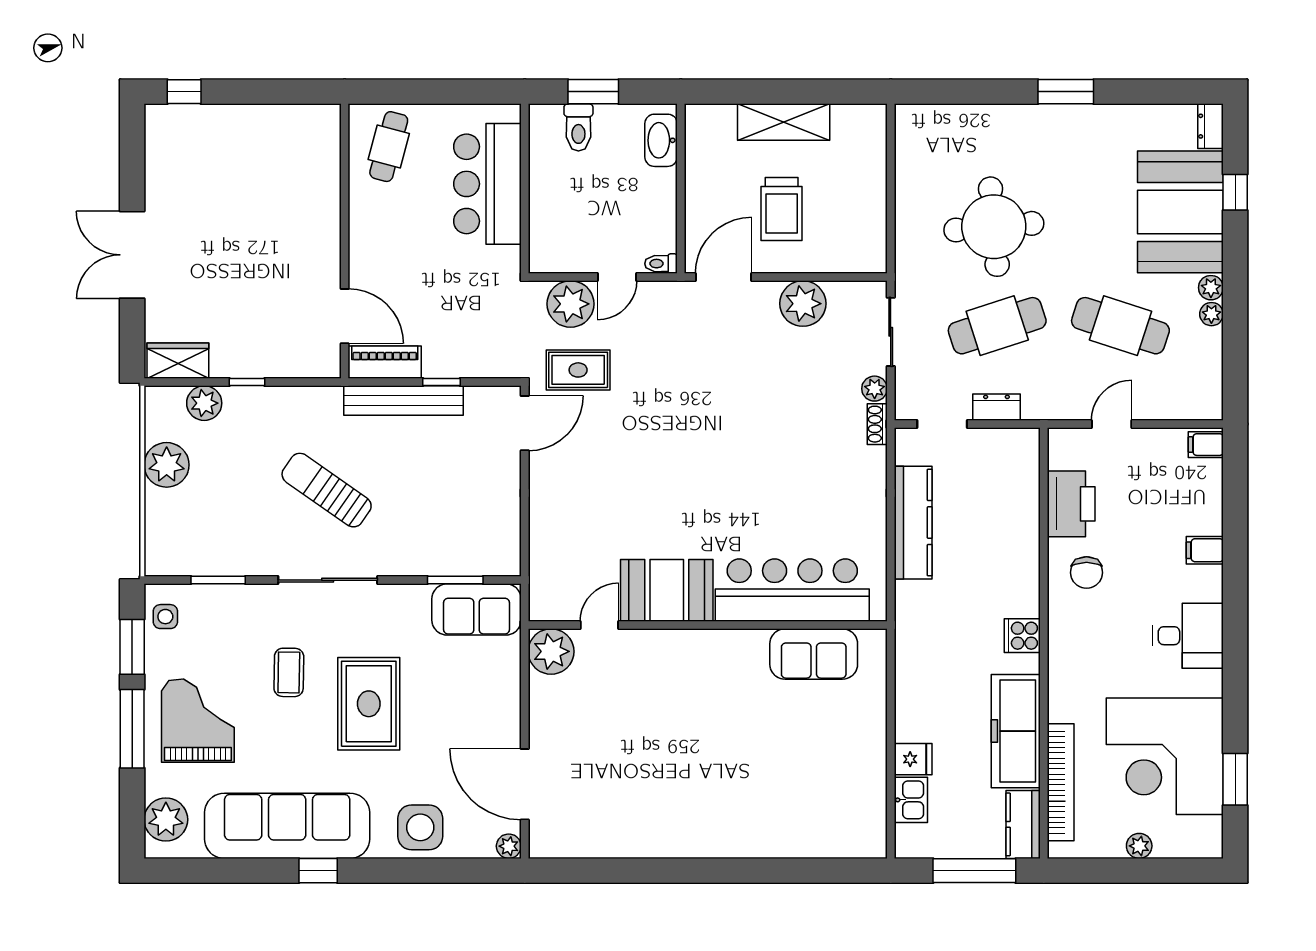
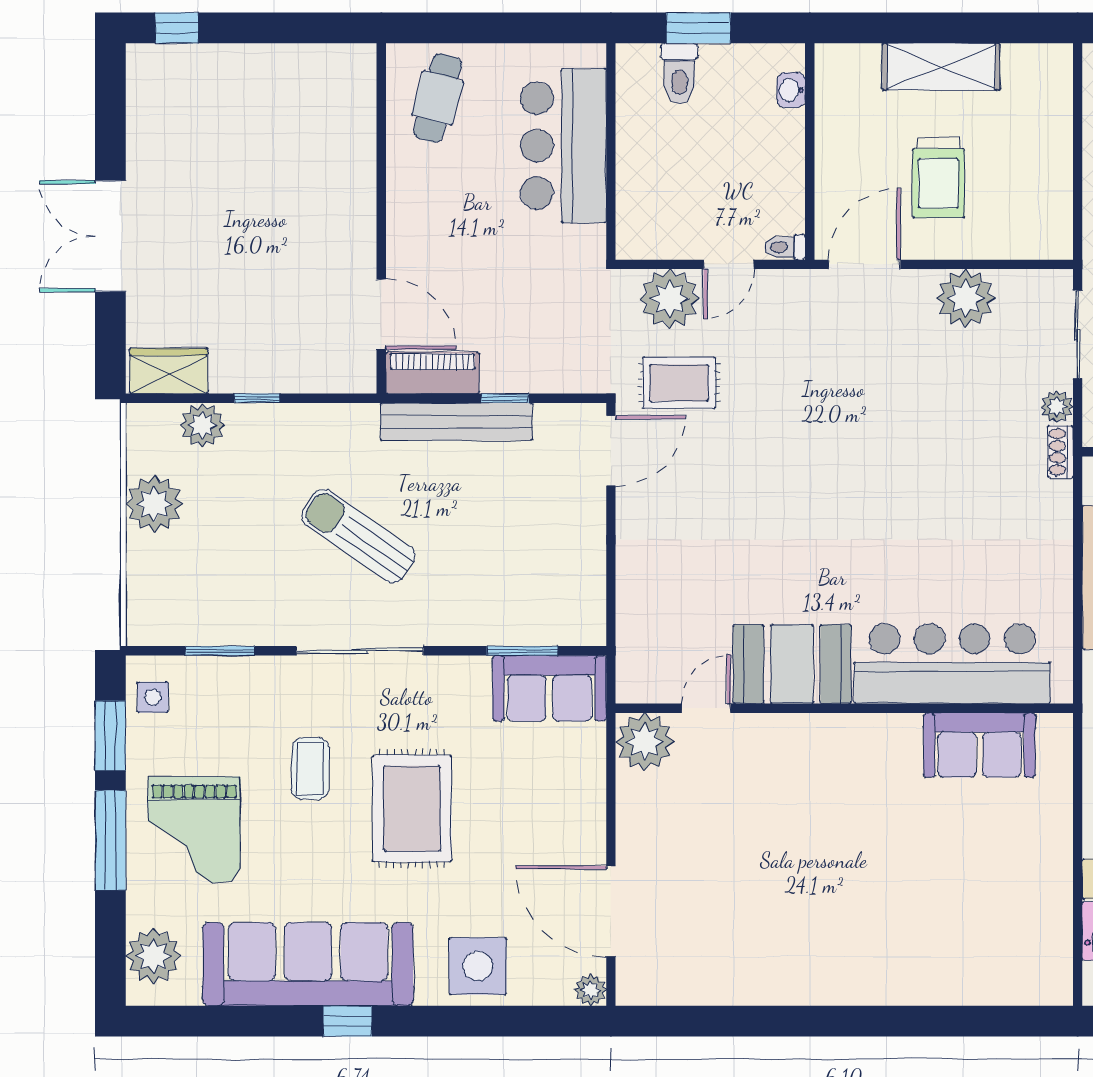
washbasin: (661, 140) -> (791, 90), width x0.52, depth x0.69
grand piano: (198, 721) -> (194, 830), turned 180

